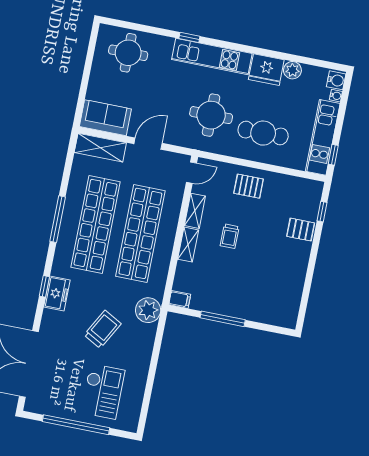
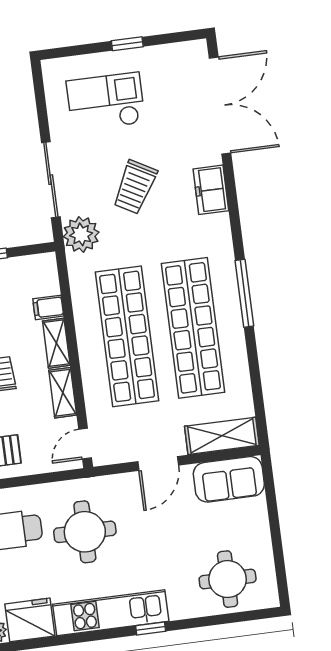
window: (58, 219) -> (244, 293), moved
window: (44, 286) -> (235, 219), removed
freezer: (57, 293) -> (211, 190), moved
filing cabinet: (180, 299) -> (48, 307), moved
sliding door: (156, 353) -> (51, 180), added
checkout: (103, 391) -> (106, 102), turned 90
window: (76, 425) -> (127, 44), width x0.32

